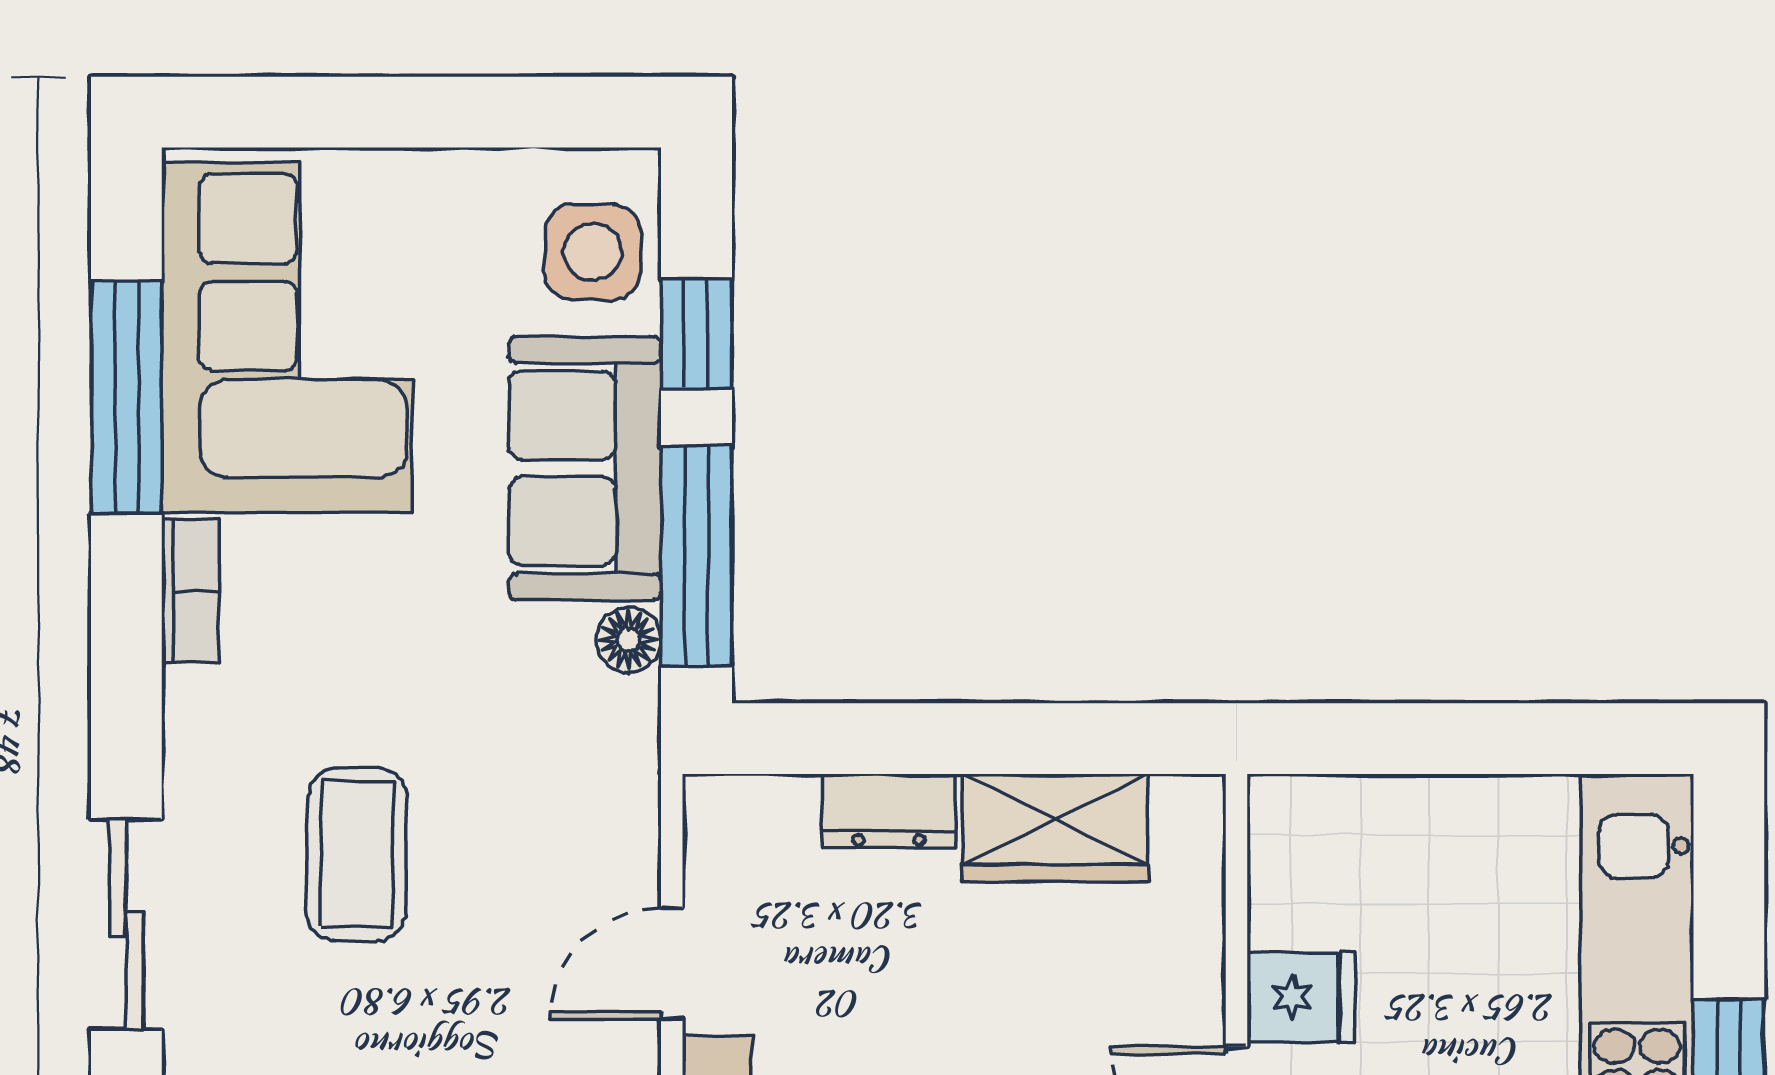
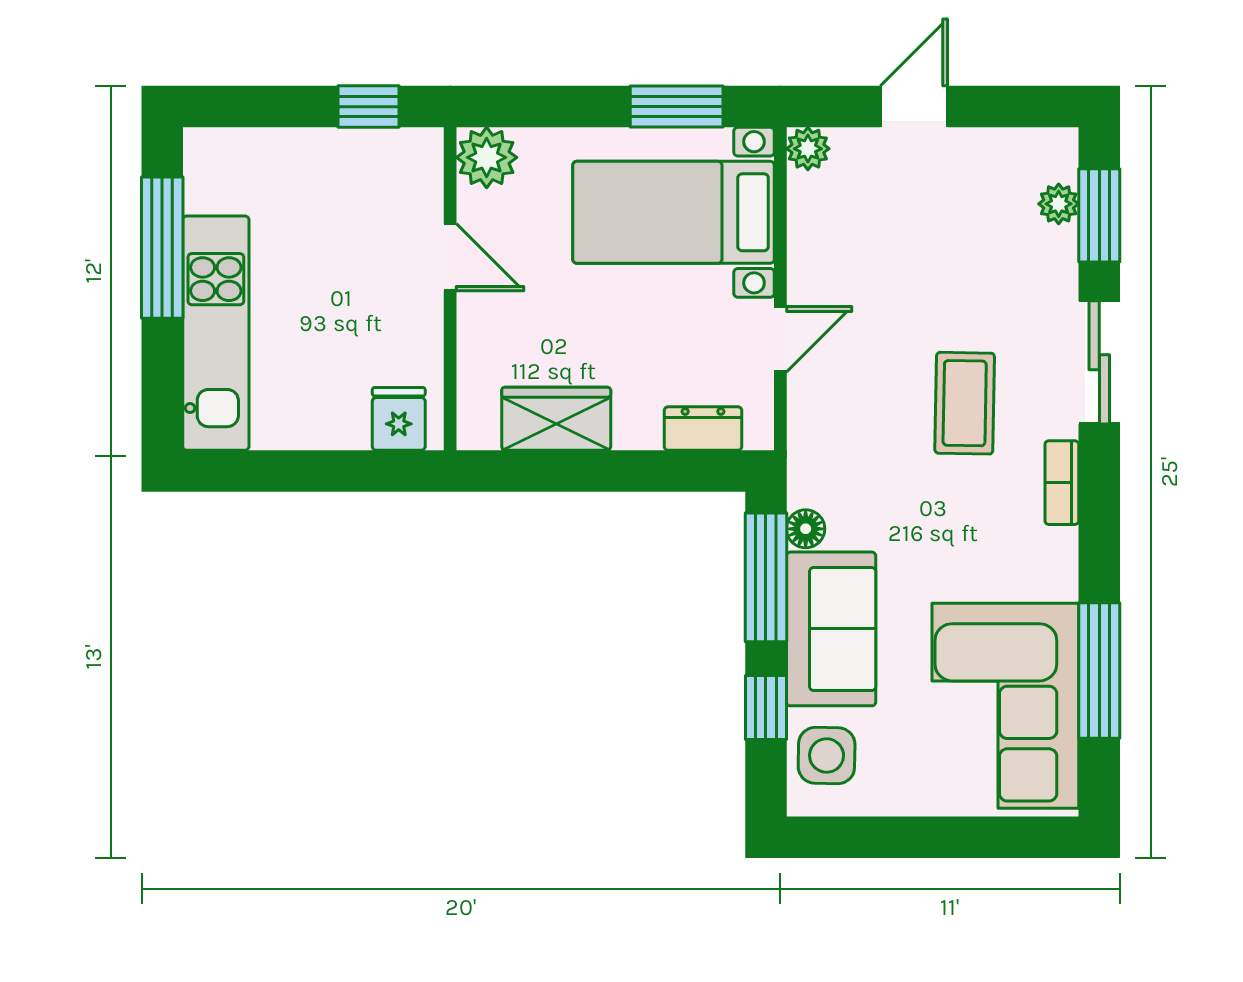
bookcase: (190, 591) -> (1062, 483), moved
dresser: (889, 811) -> (703, 428), moved
fridge: (1301, 997) -> (399, 419), moved, turned 90

